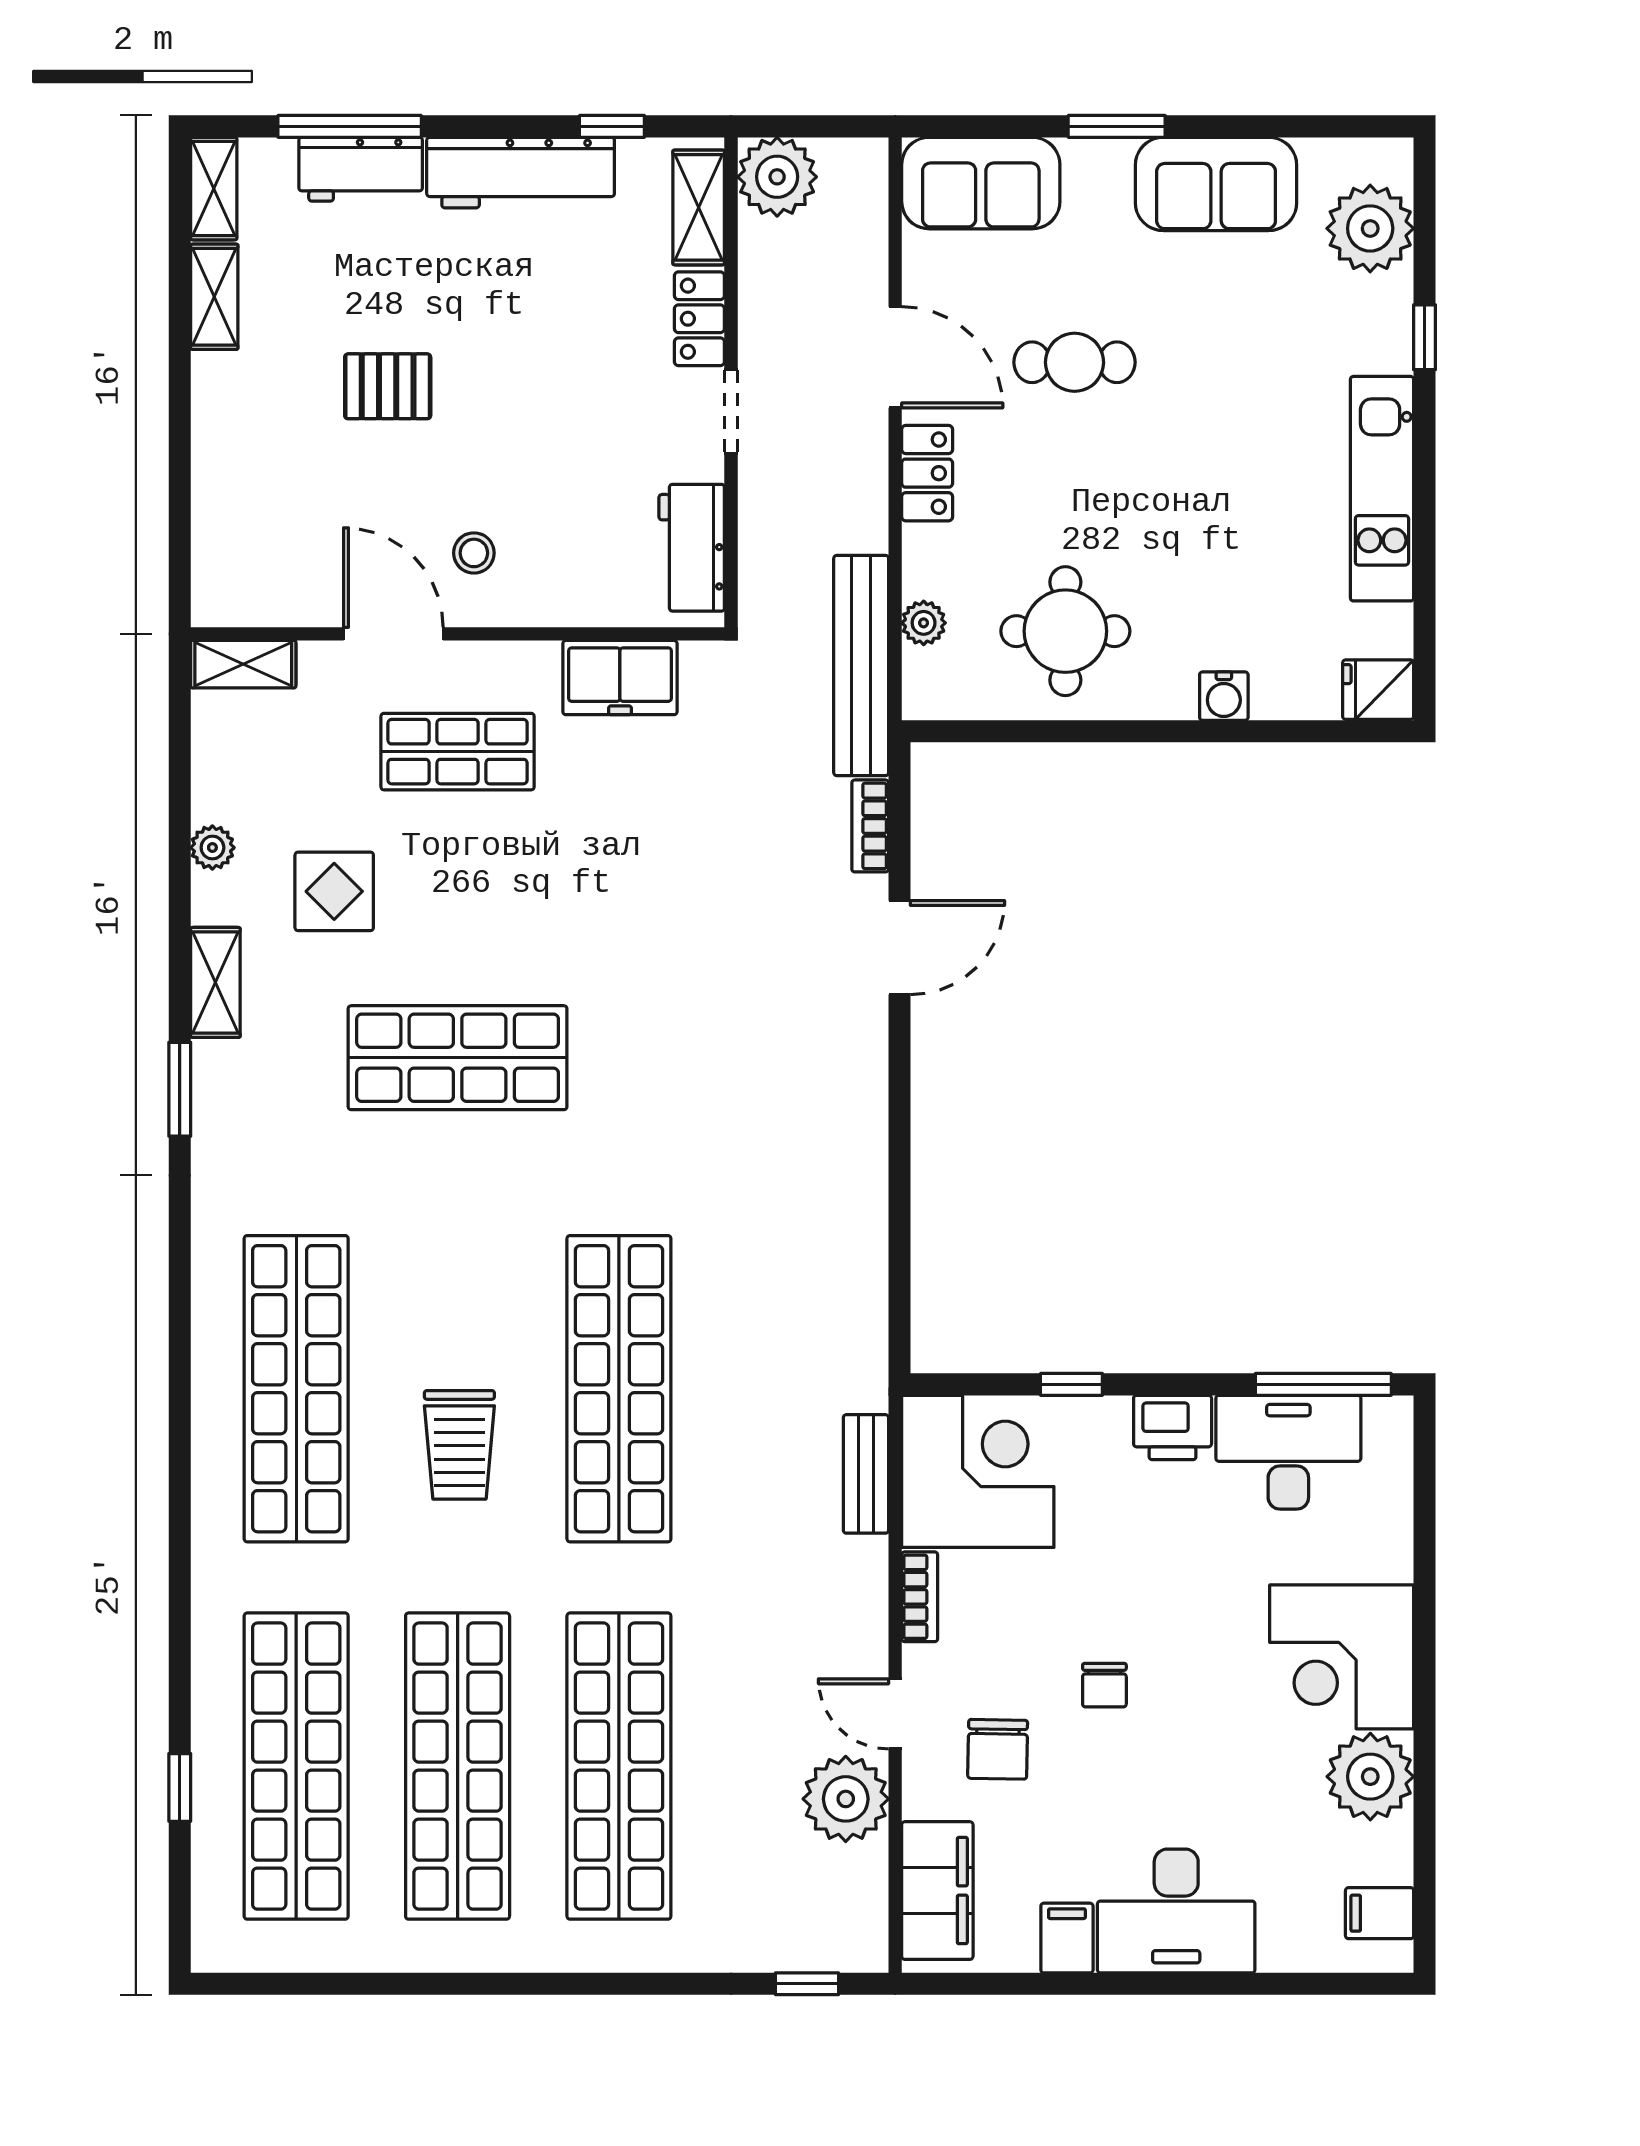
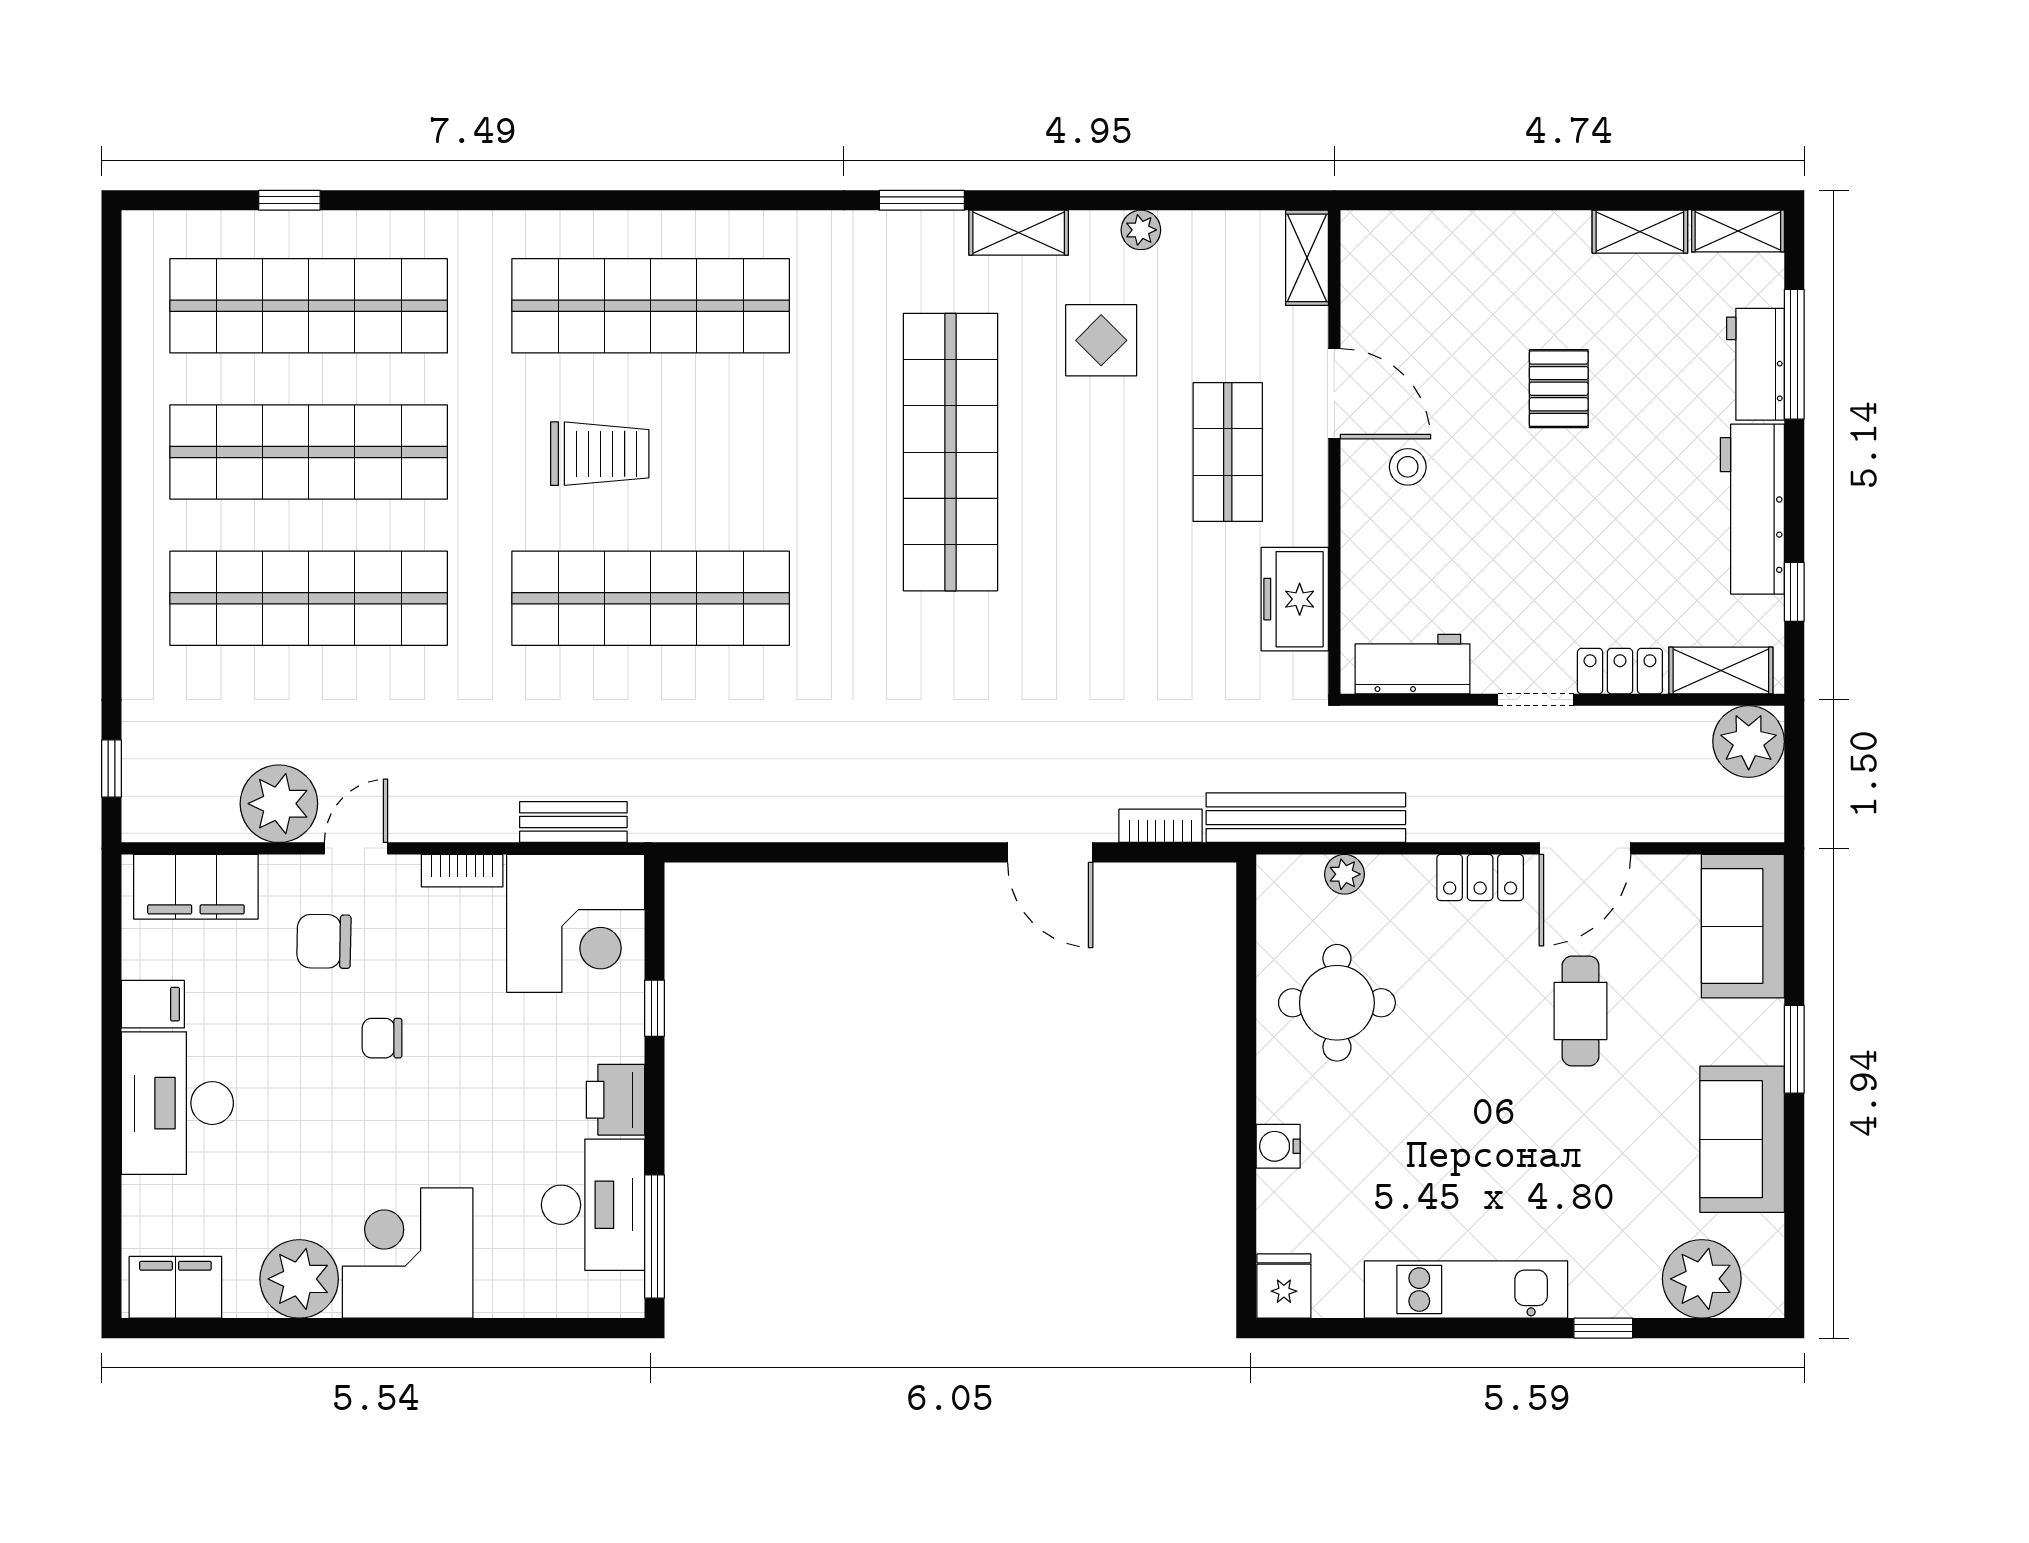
door: (393, 634) -> (1334, 394), hinge flipped
shop shelf: (458, 1058) -> (950, 452), width x1.40
trolley: (459, 1445) -> (600, 454), turned 180
filing cabinet: (1380, 1913) -> (175, 1287), width x2.00

